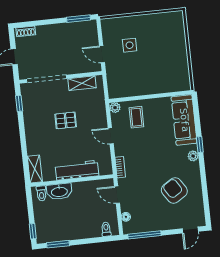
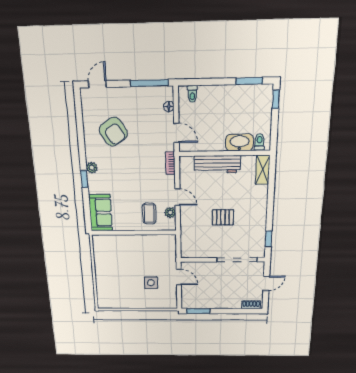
shelving: (82, 83) -> (202, 252), removed
plant: (115, 108) -> (170, 213), moved
sofa: (184, 120) -> (101, 213), width x0.73

